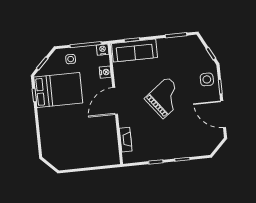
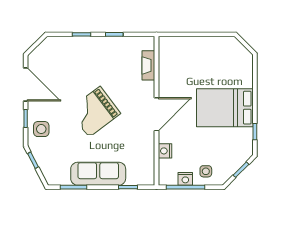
nightstand: (103, 50) -> (185, 179), moved
sofa: (135, 50) -> (98, 174), moved
bed: (58, 90) -> (225, 108), moved

